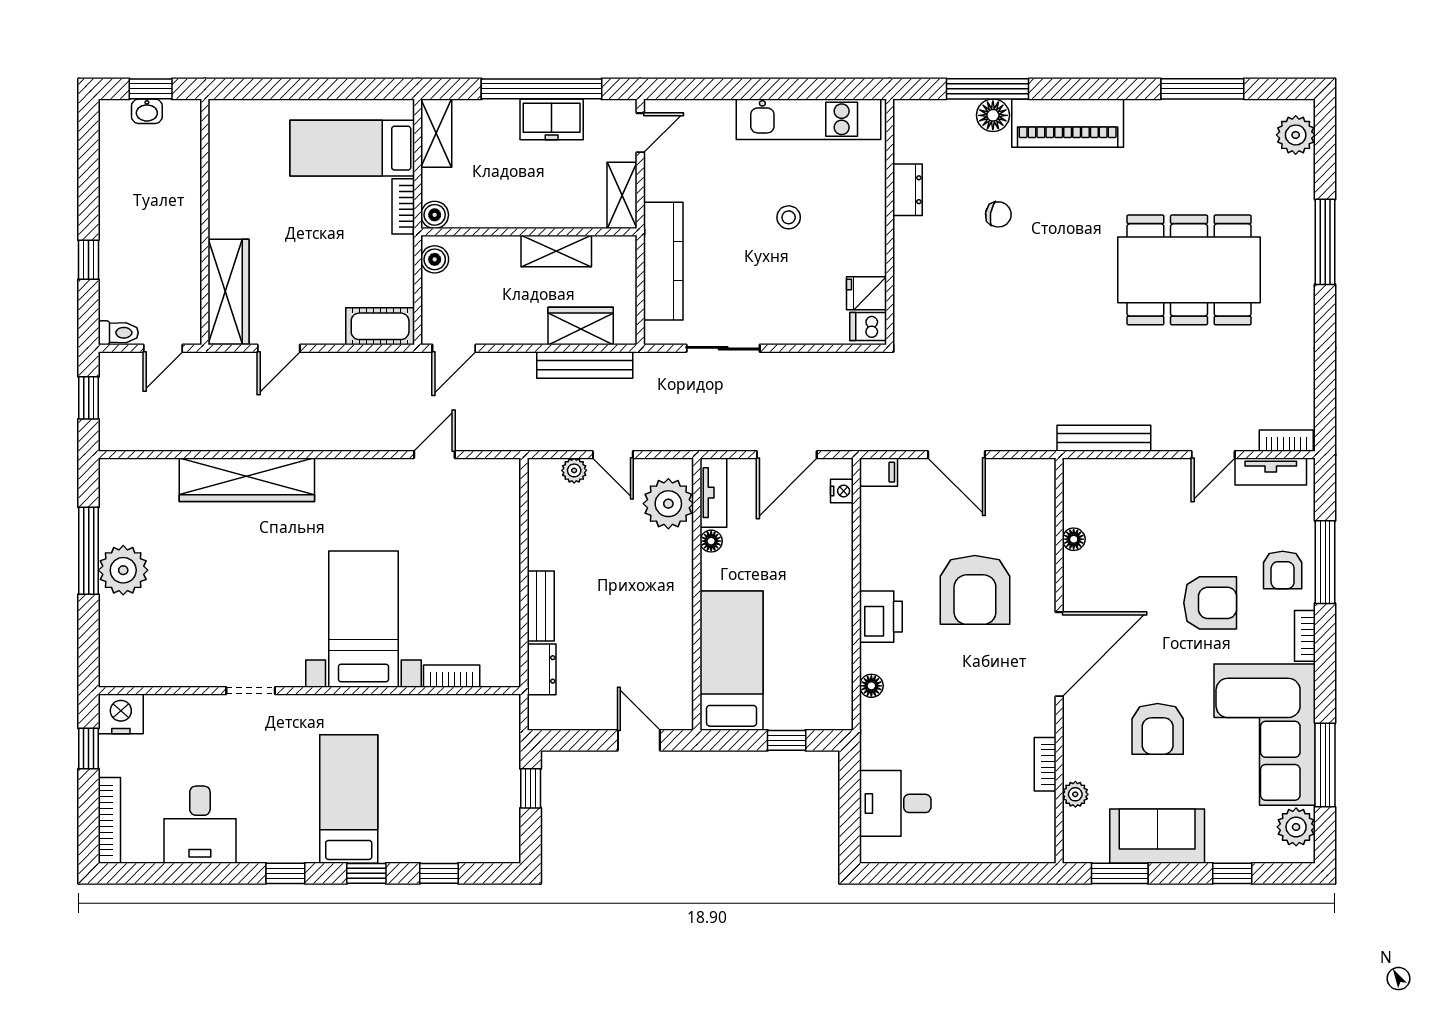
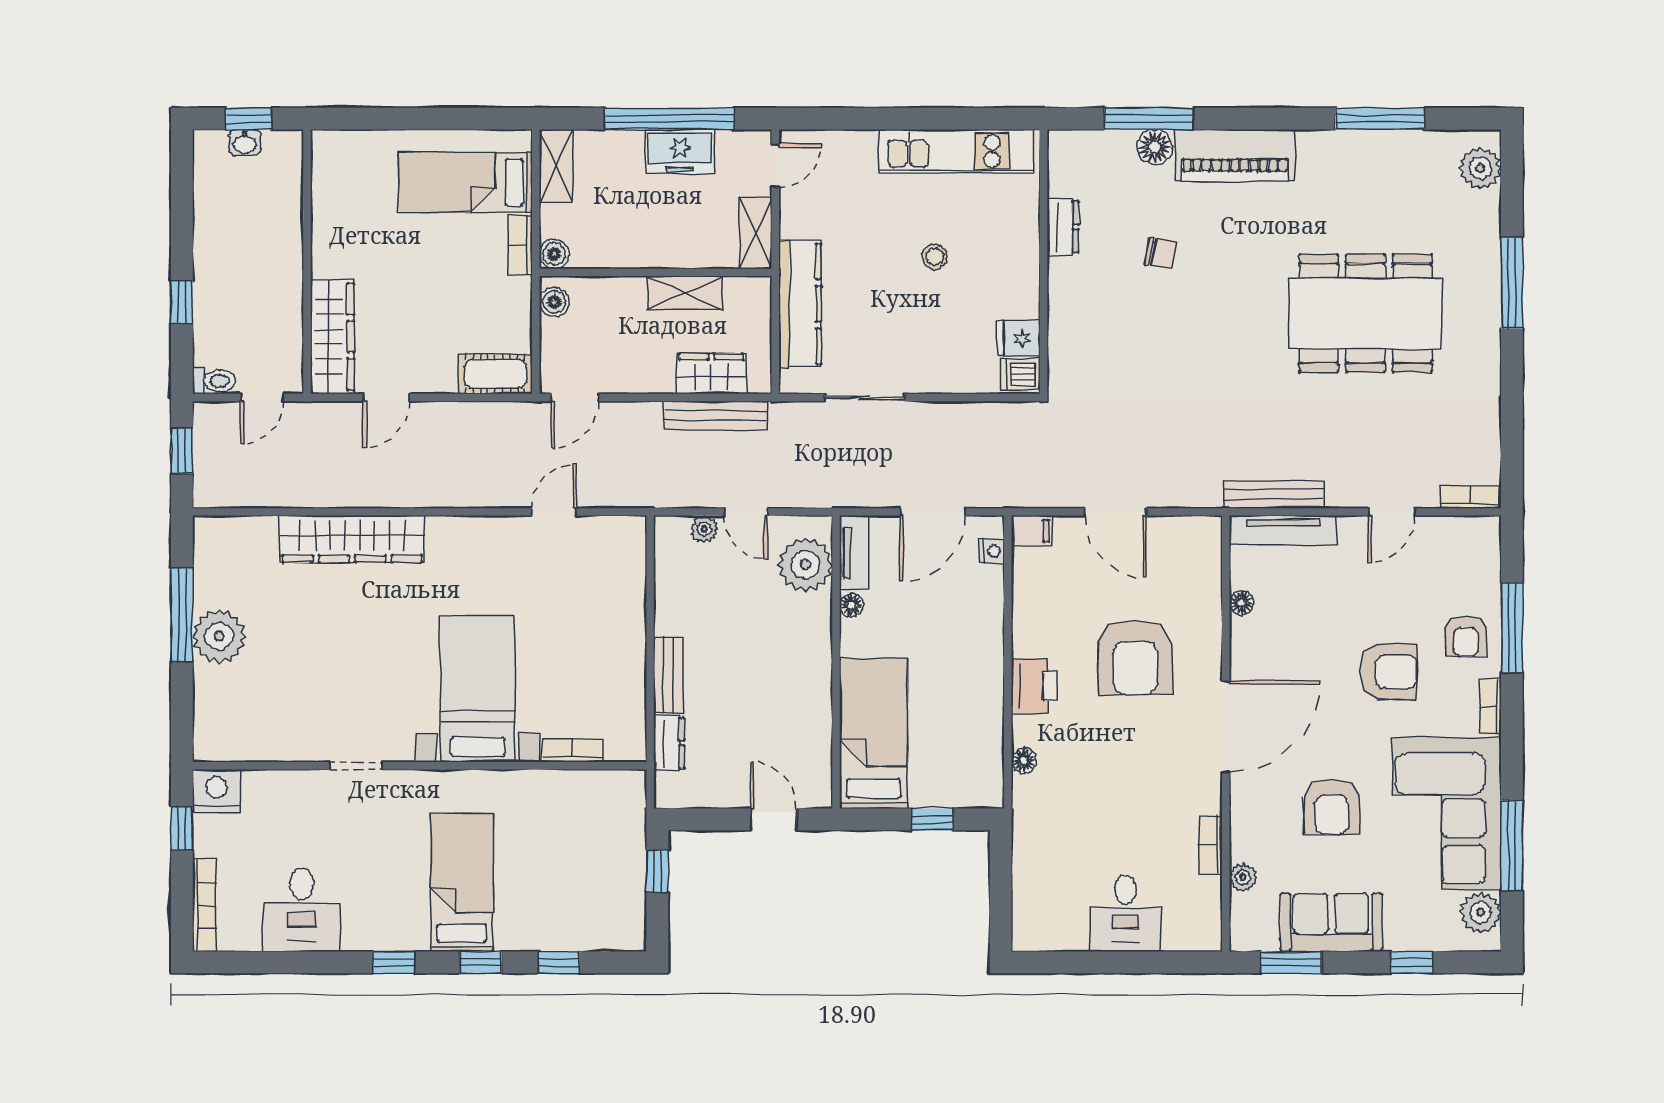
tv unit: (1271, 471) -> (1283, 530), moved, width x1.41
desk: (895, 803) -> (1125, 913), moved, turned -90

